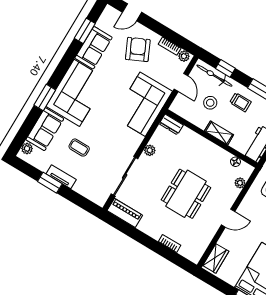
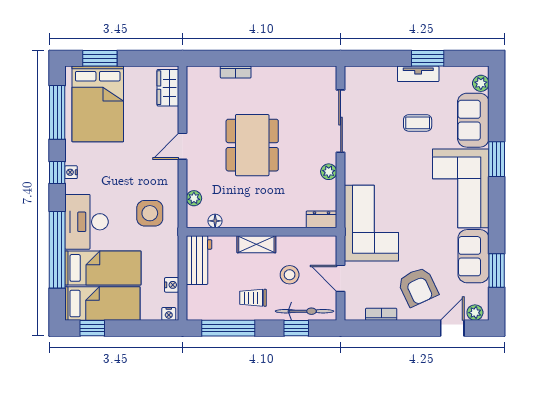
plant: (184, 56) -> (475, 313), moved
piano: (125, 213) -> (313, 76), removed

